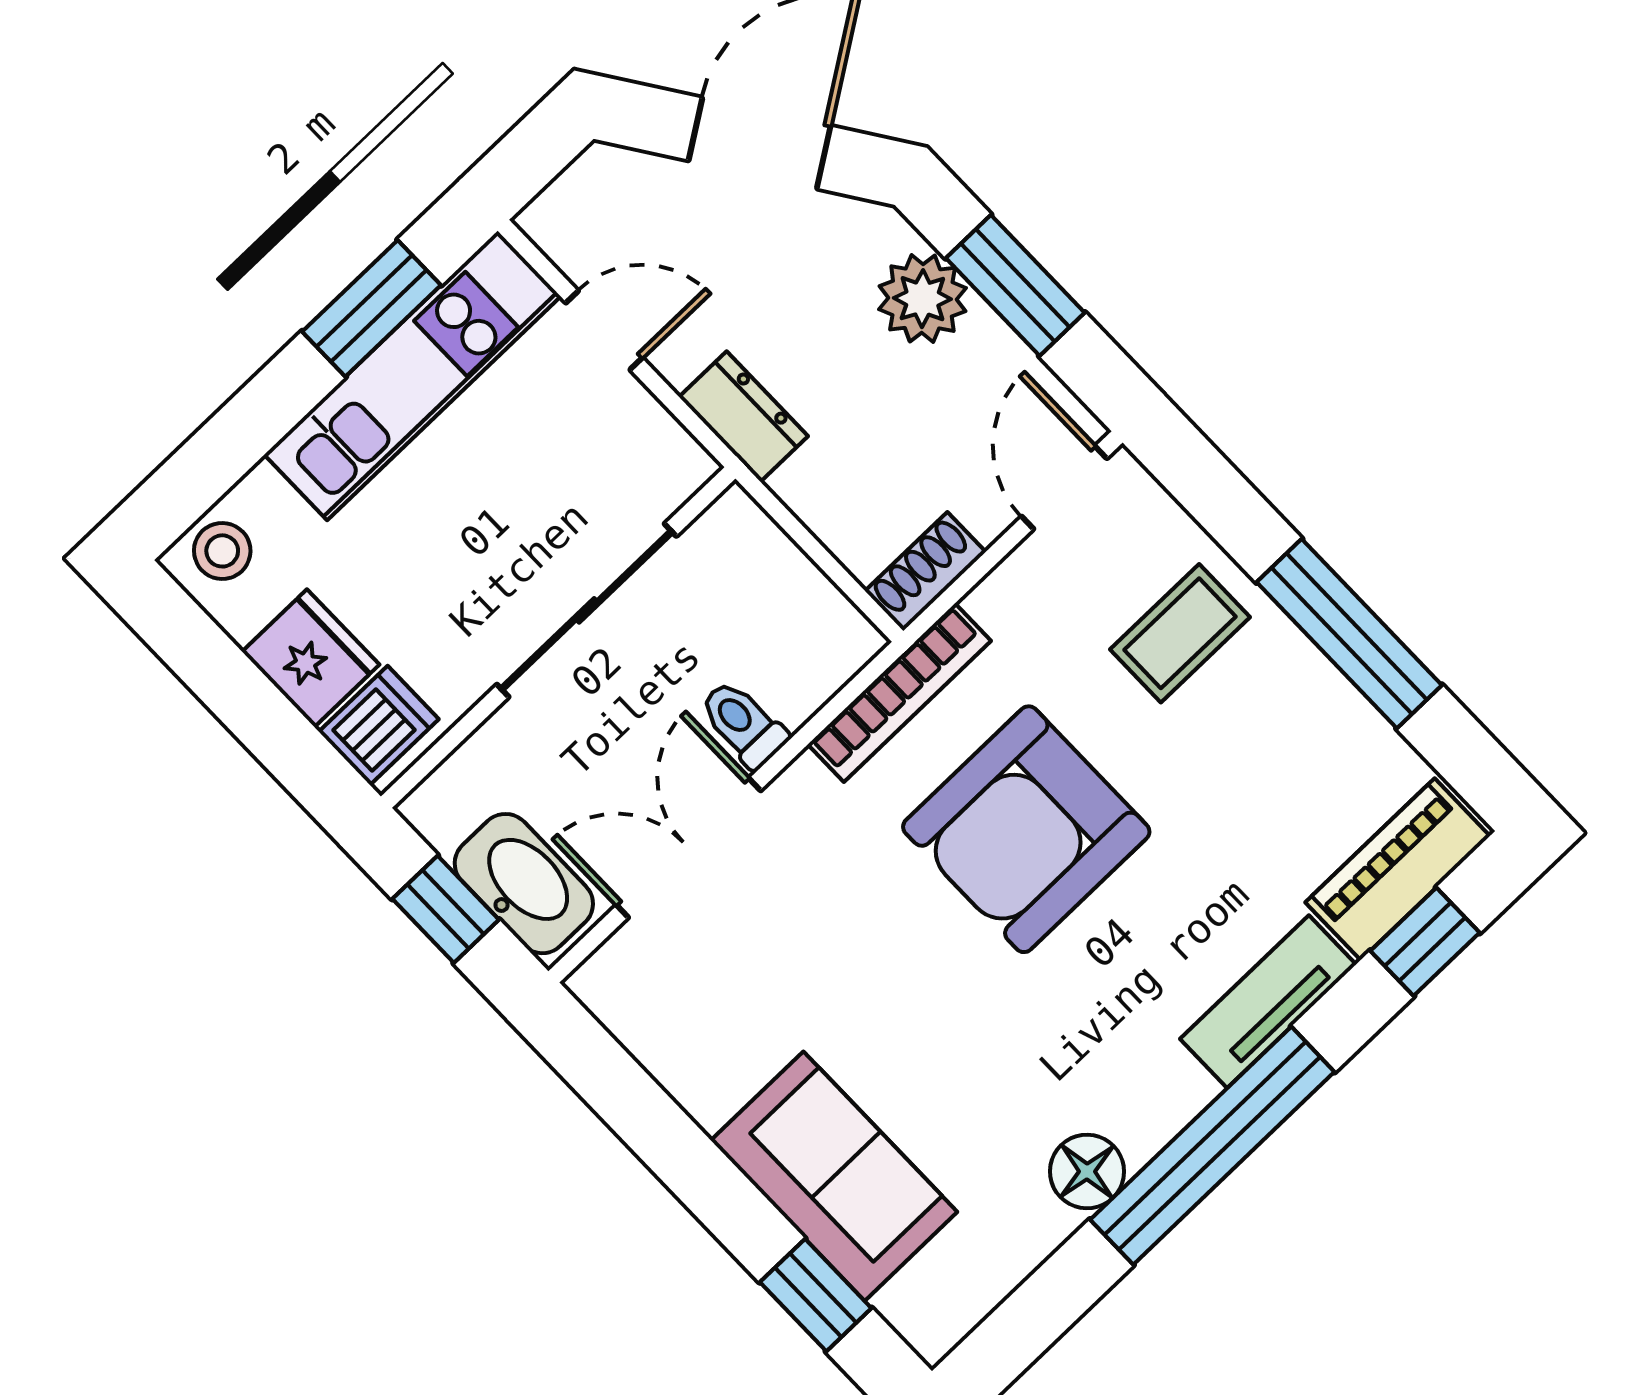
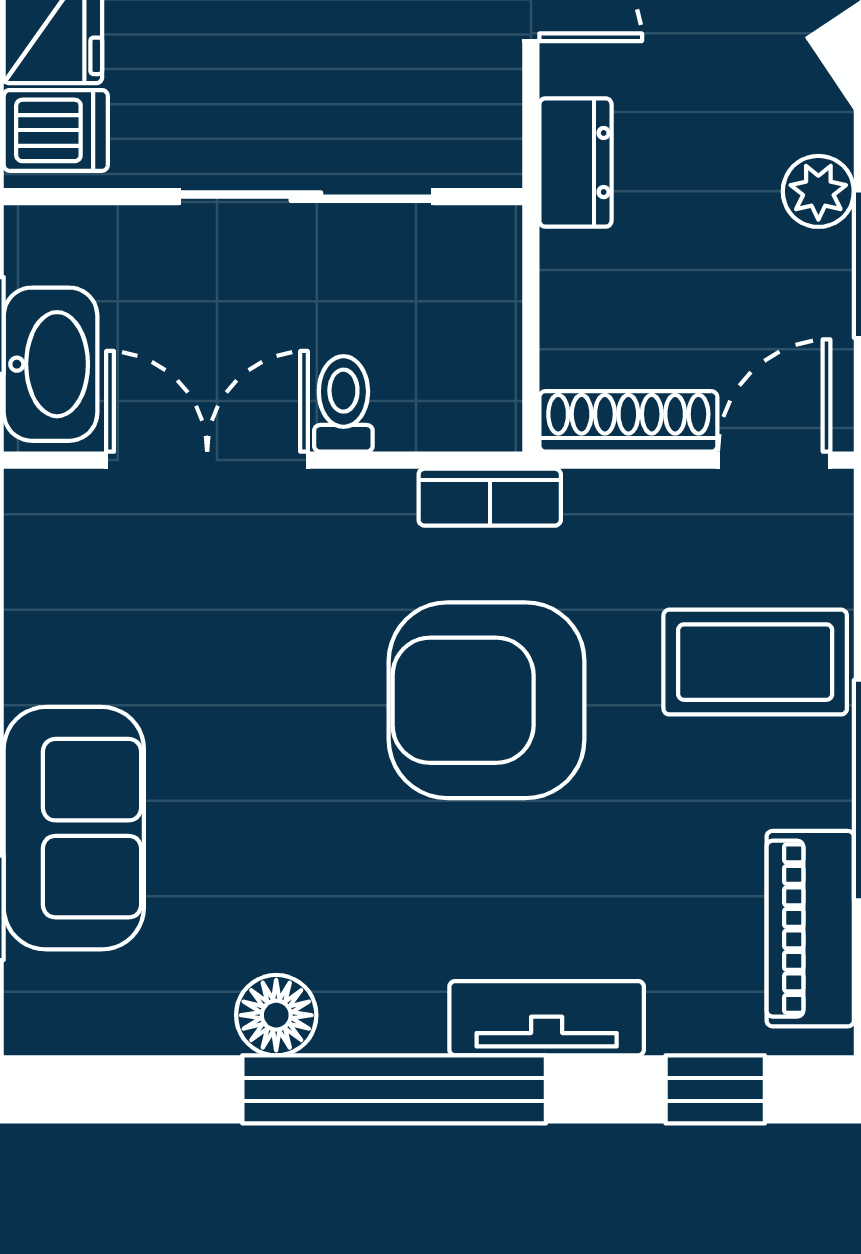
plant: (922, 299) -> (818, 191), width x0.73, depth x0.73
shoe rack: (925, 571) -> (628, 421), width x1.43
coffee table: (1180, 633) -> (755, 662), width x1.36, depth x1.30
bookcase: (899, 693) -> (490, 497), width x0.64
piano: (1398, 869) -> (810, 929), moved, turned -90

